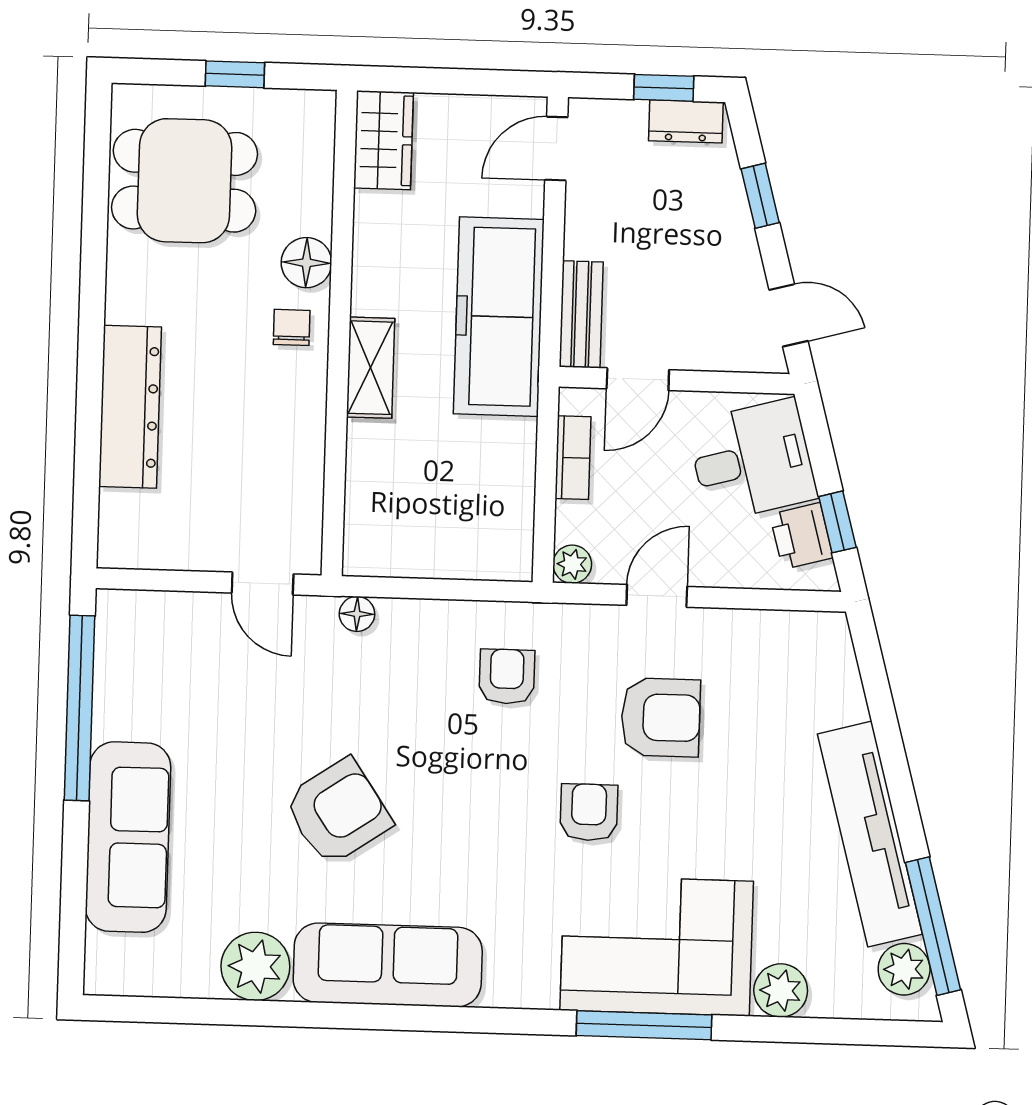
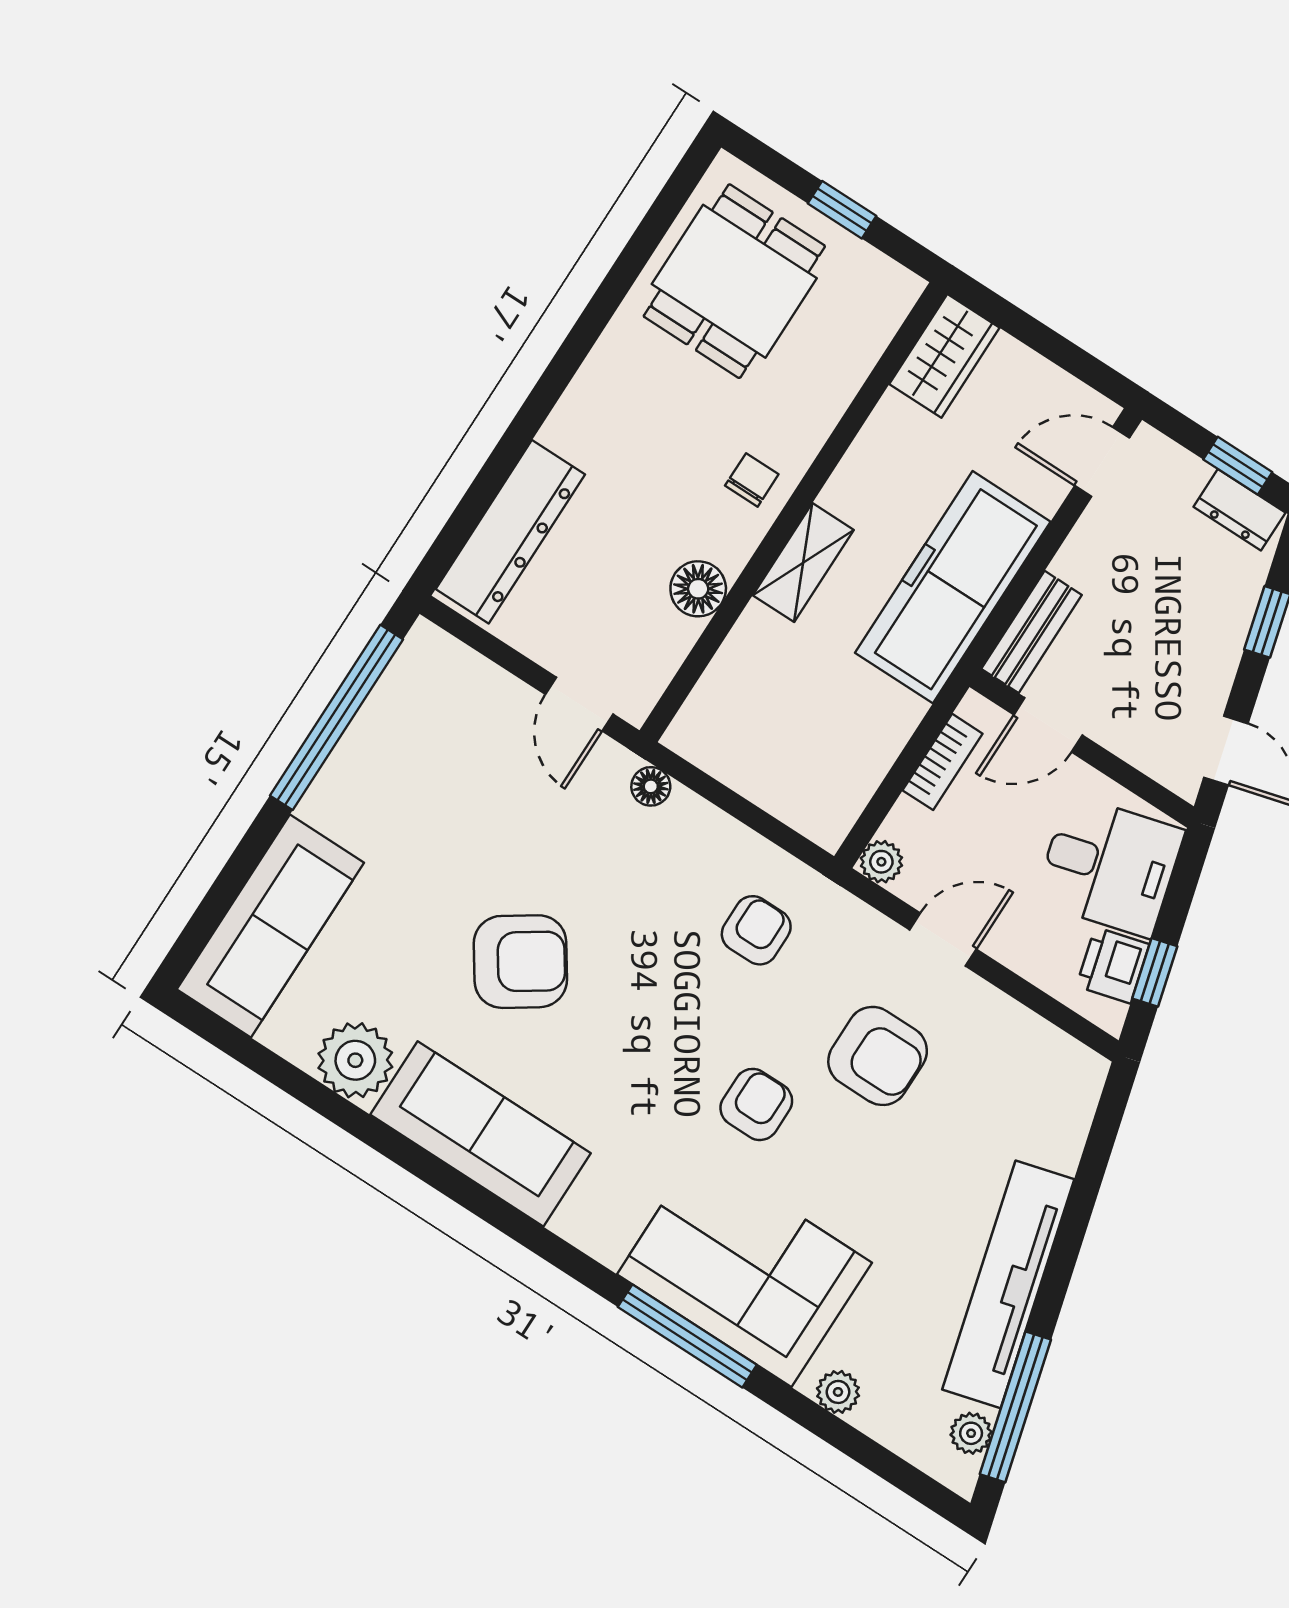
dining table: (184, 181) -> (734, 281), turned 90
floor lamp: (306, 263) -> (698, 589), moved
dresser: (130, 407) -> (510, 532), moved
sofa: (128, 837) -> (270, 926), moved
plant: (904, 969) -> (971, 1433), width x0.73, depth x0.73
plant: (781, 990) -> (838, 1392), width x0.73, depth x0.73

